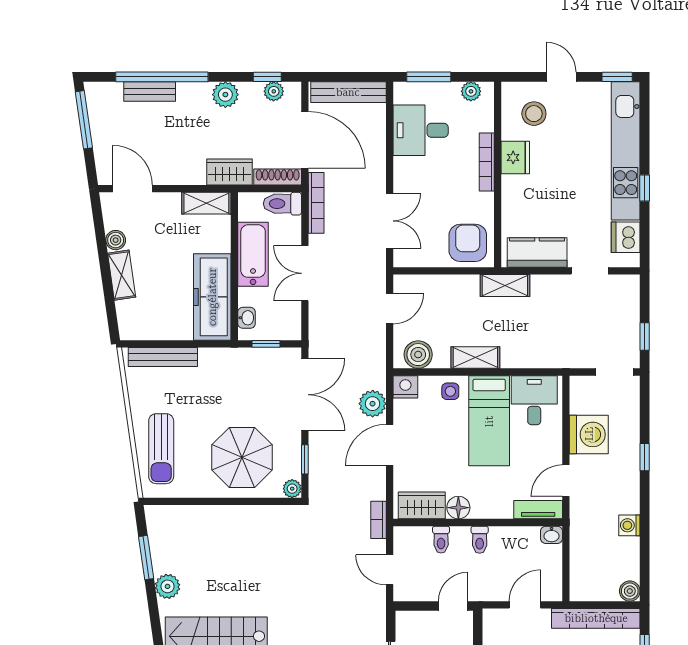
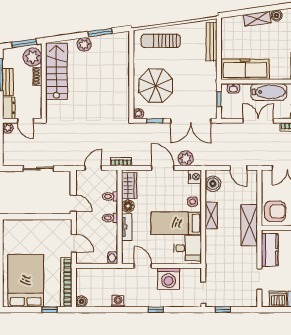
shelving: (505, 286) -> (249, 225), width x1.50, depth x1.33
tv unit: (538, 510) -> (127, 227), moved

